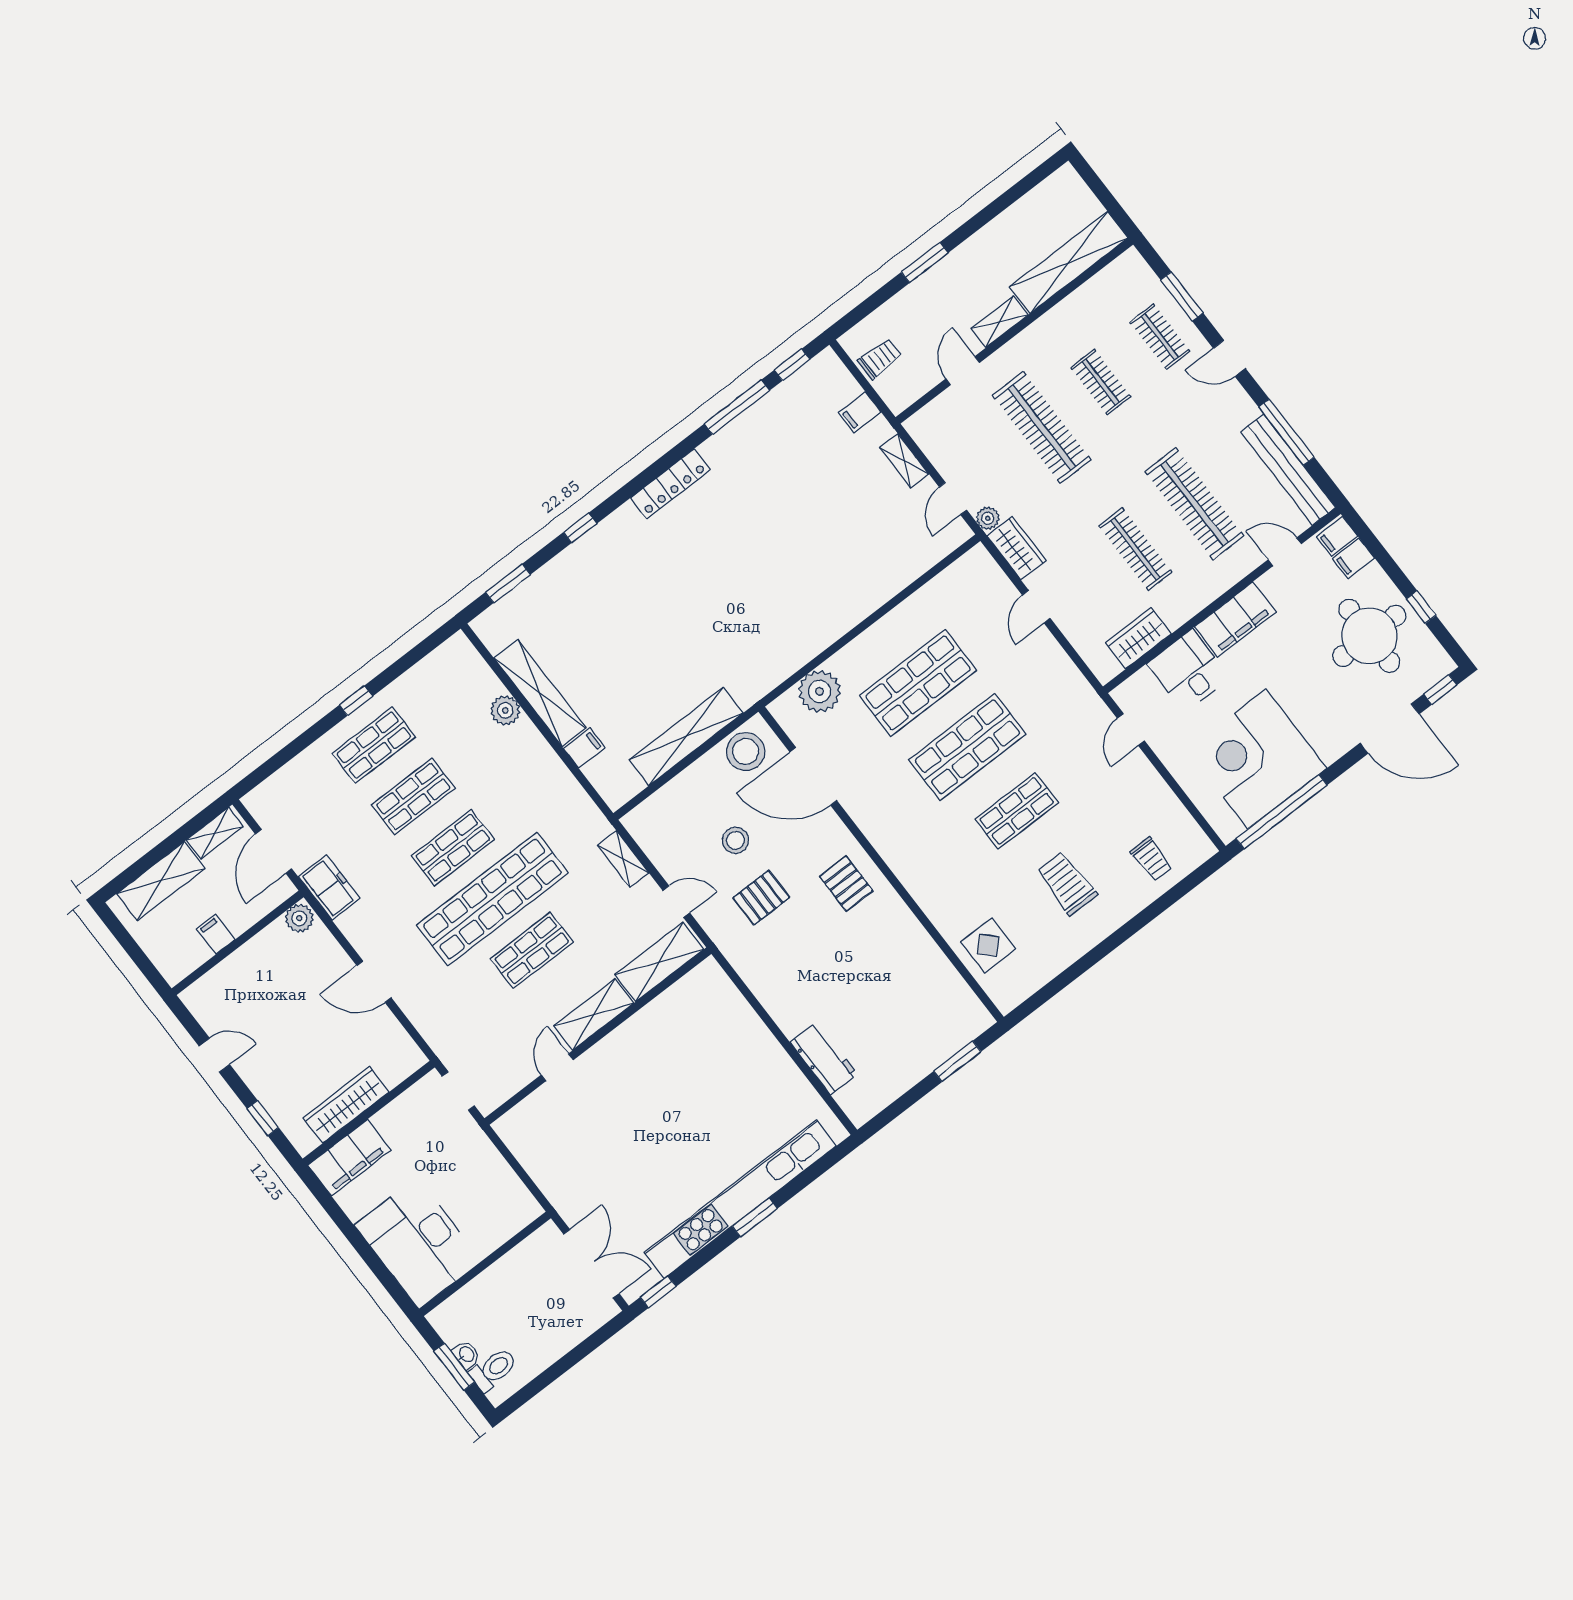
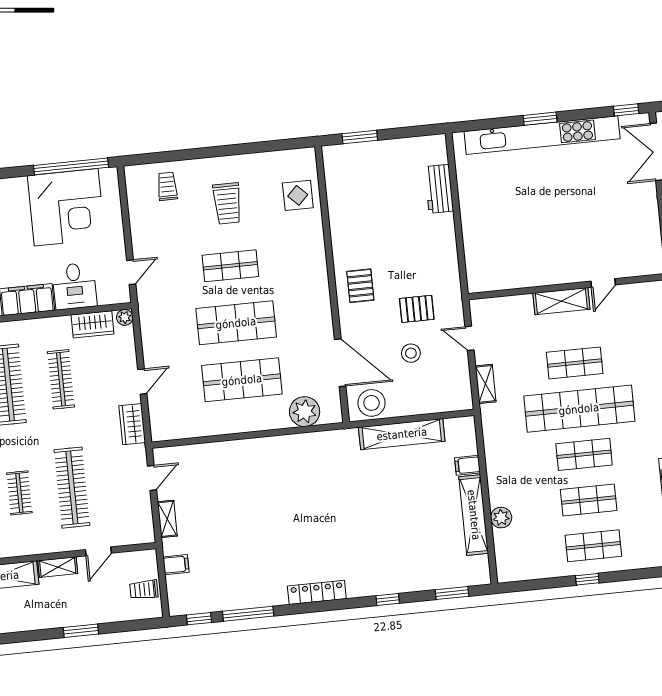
plant: (988, 518) -> (125, 317), moved
shelving: (659, 962) -> (502, 308), removed

